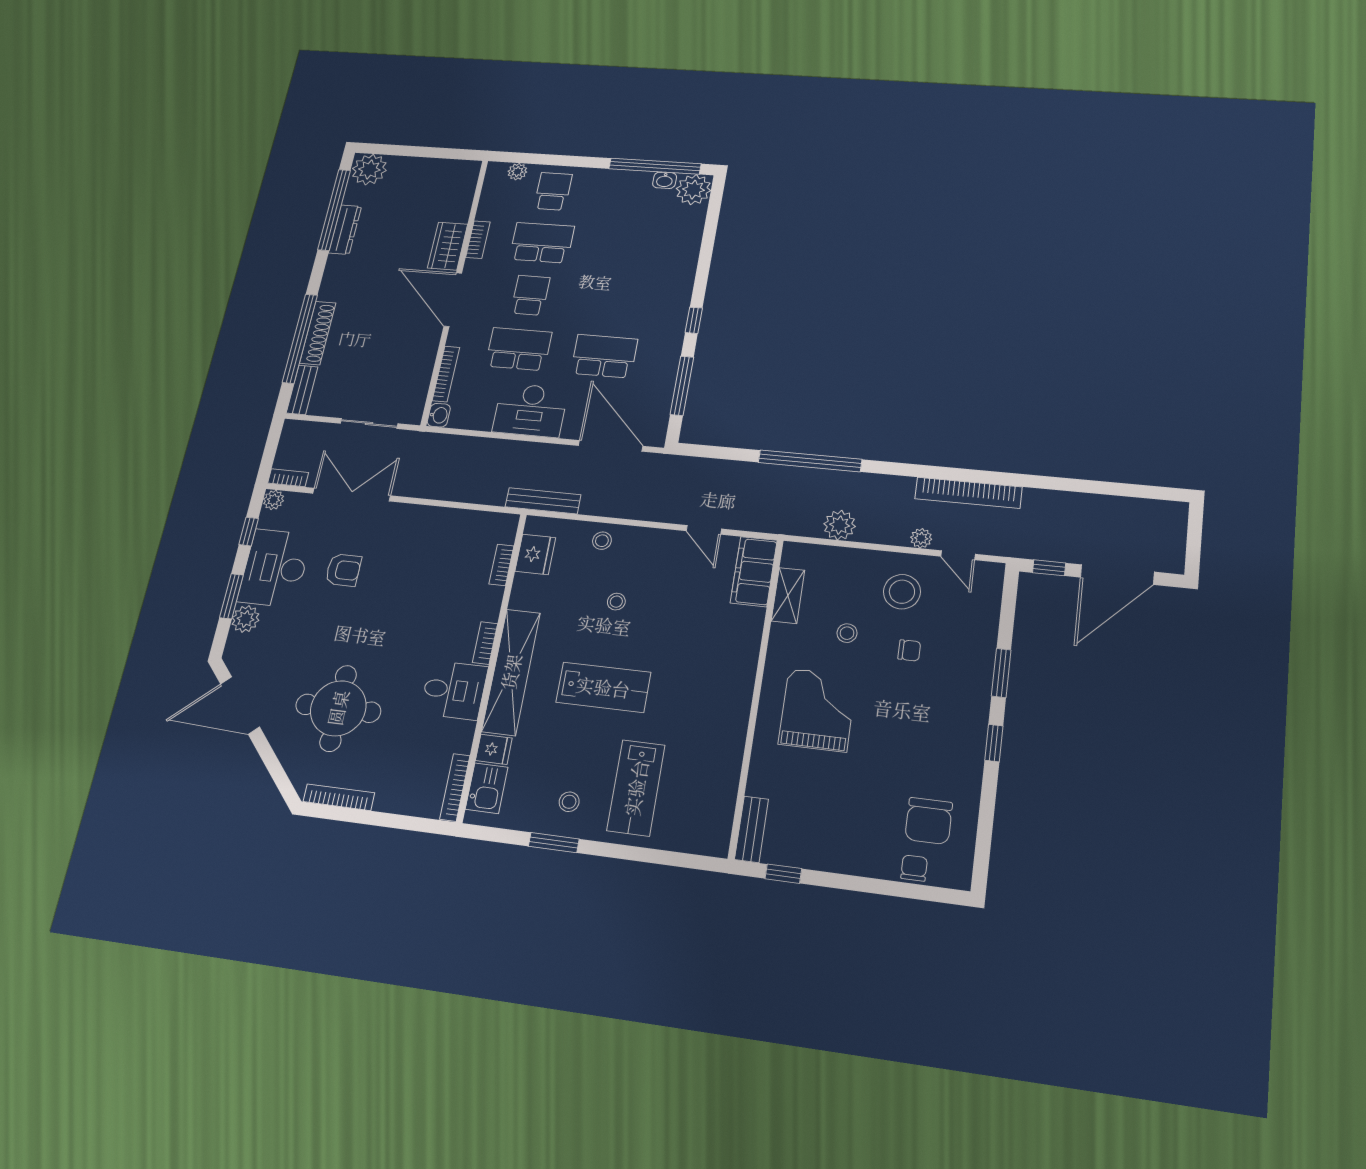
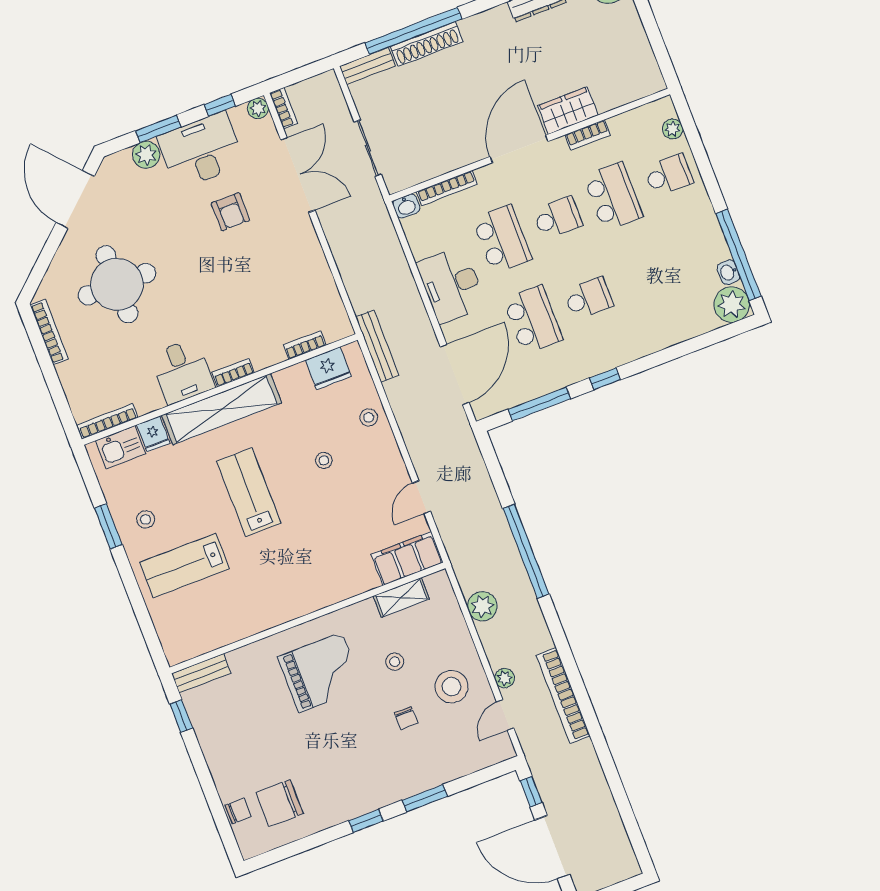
school desk: (615, 302) -> (588, 298), added
lab bench: (603, 687) -> (249, 492), turned 180

